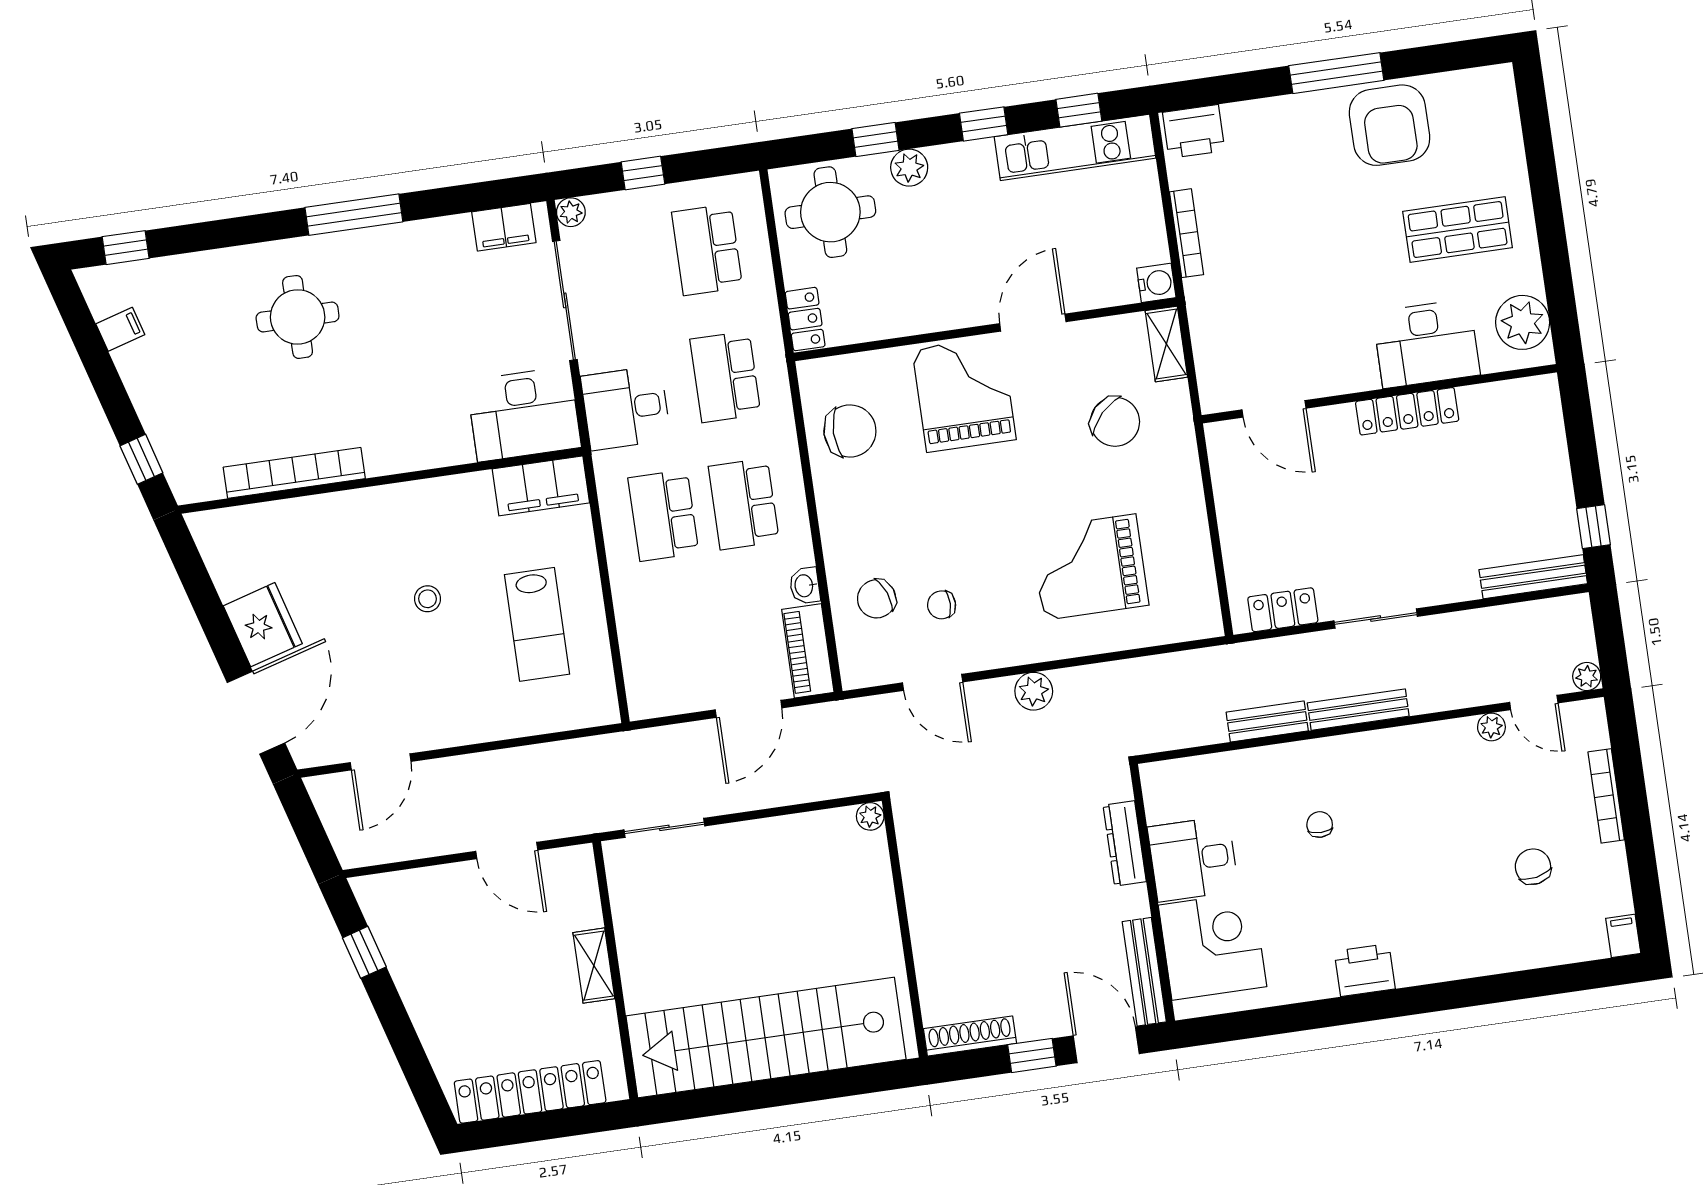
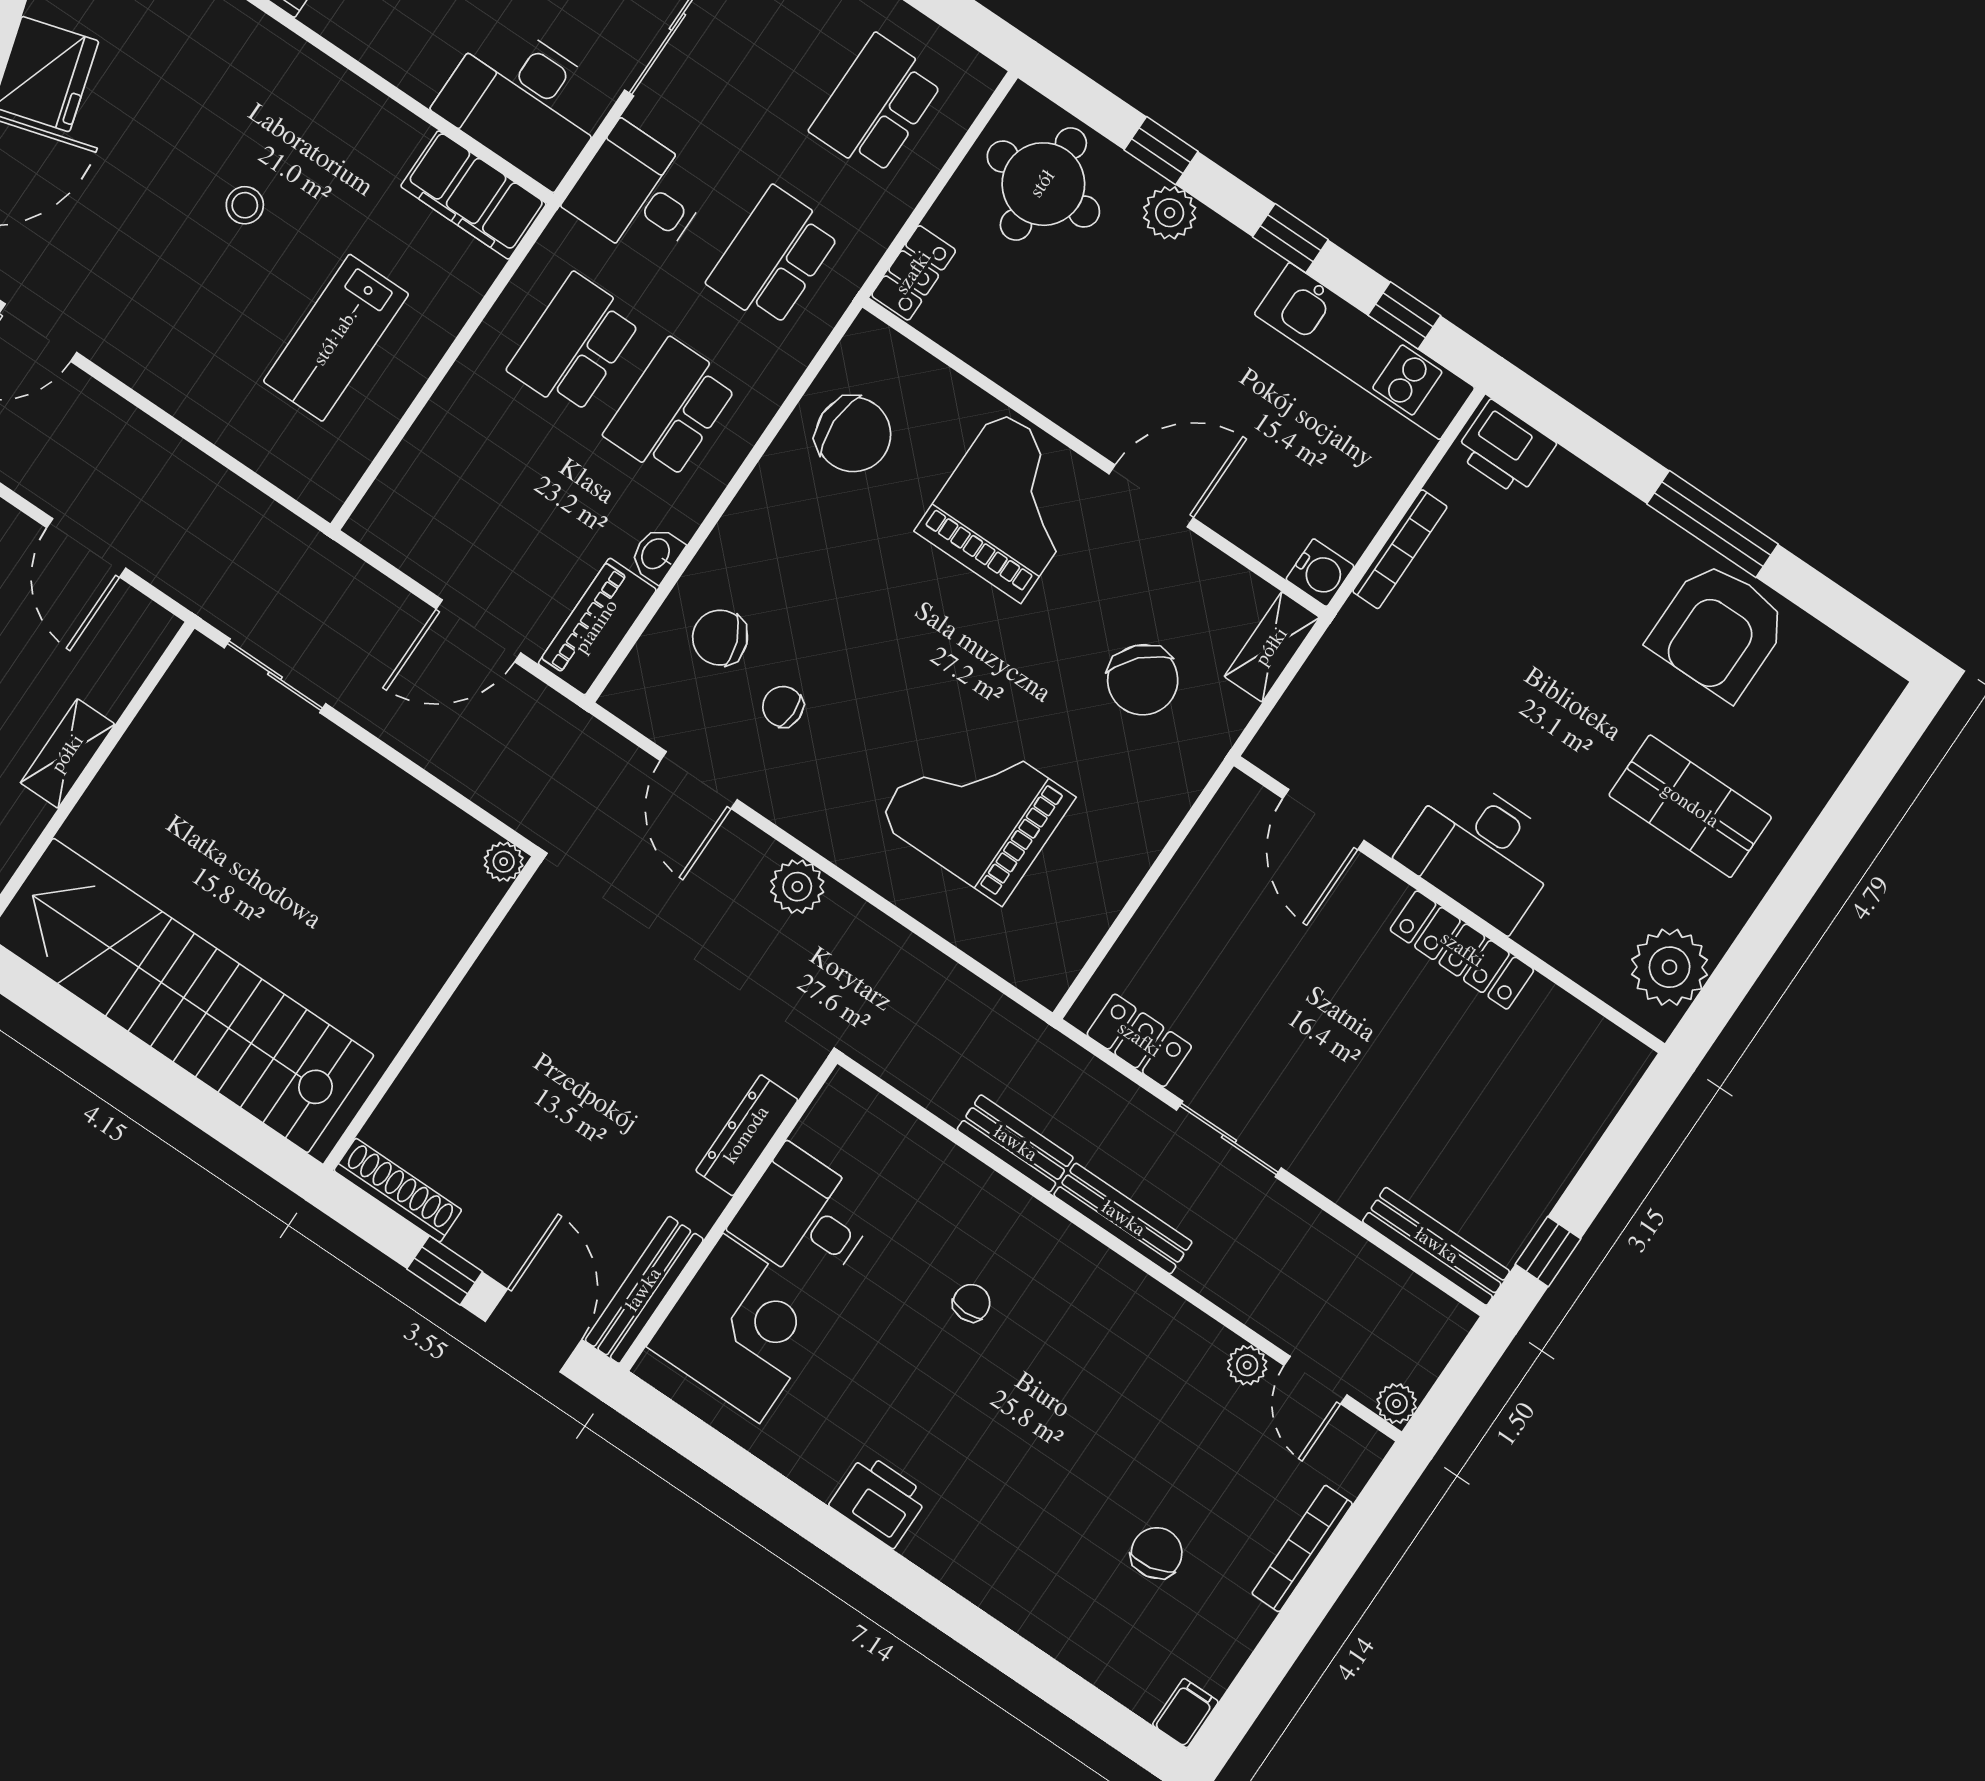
desk: (1426, 344) -> (1481, 852), moved

